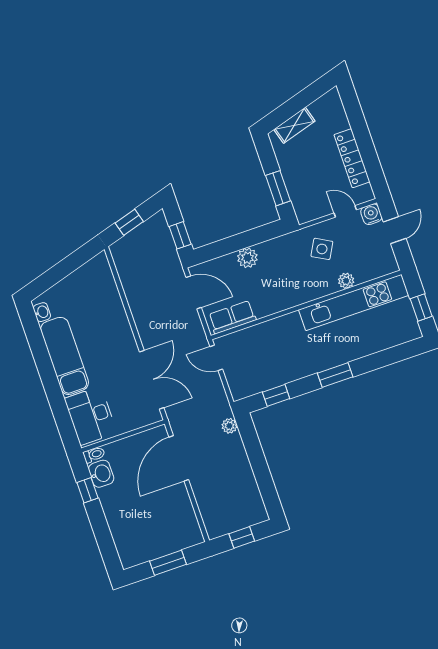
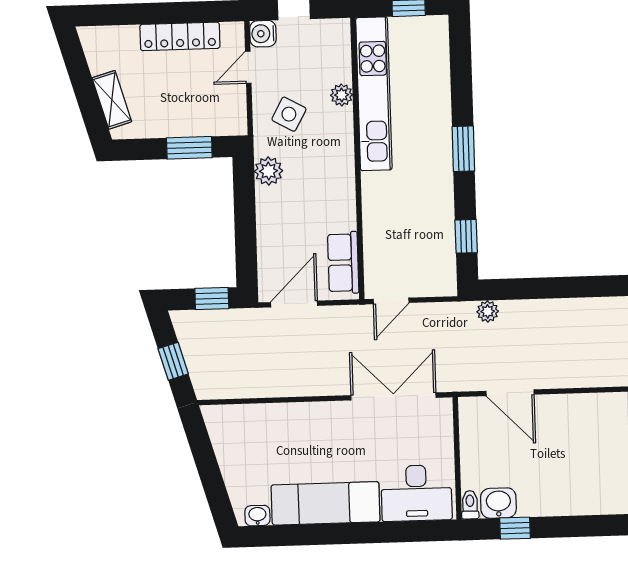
plant: (247, 258) -> (269, 171), moved
door: (179, 458) -> (510, 393), width x0.73

